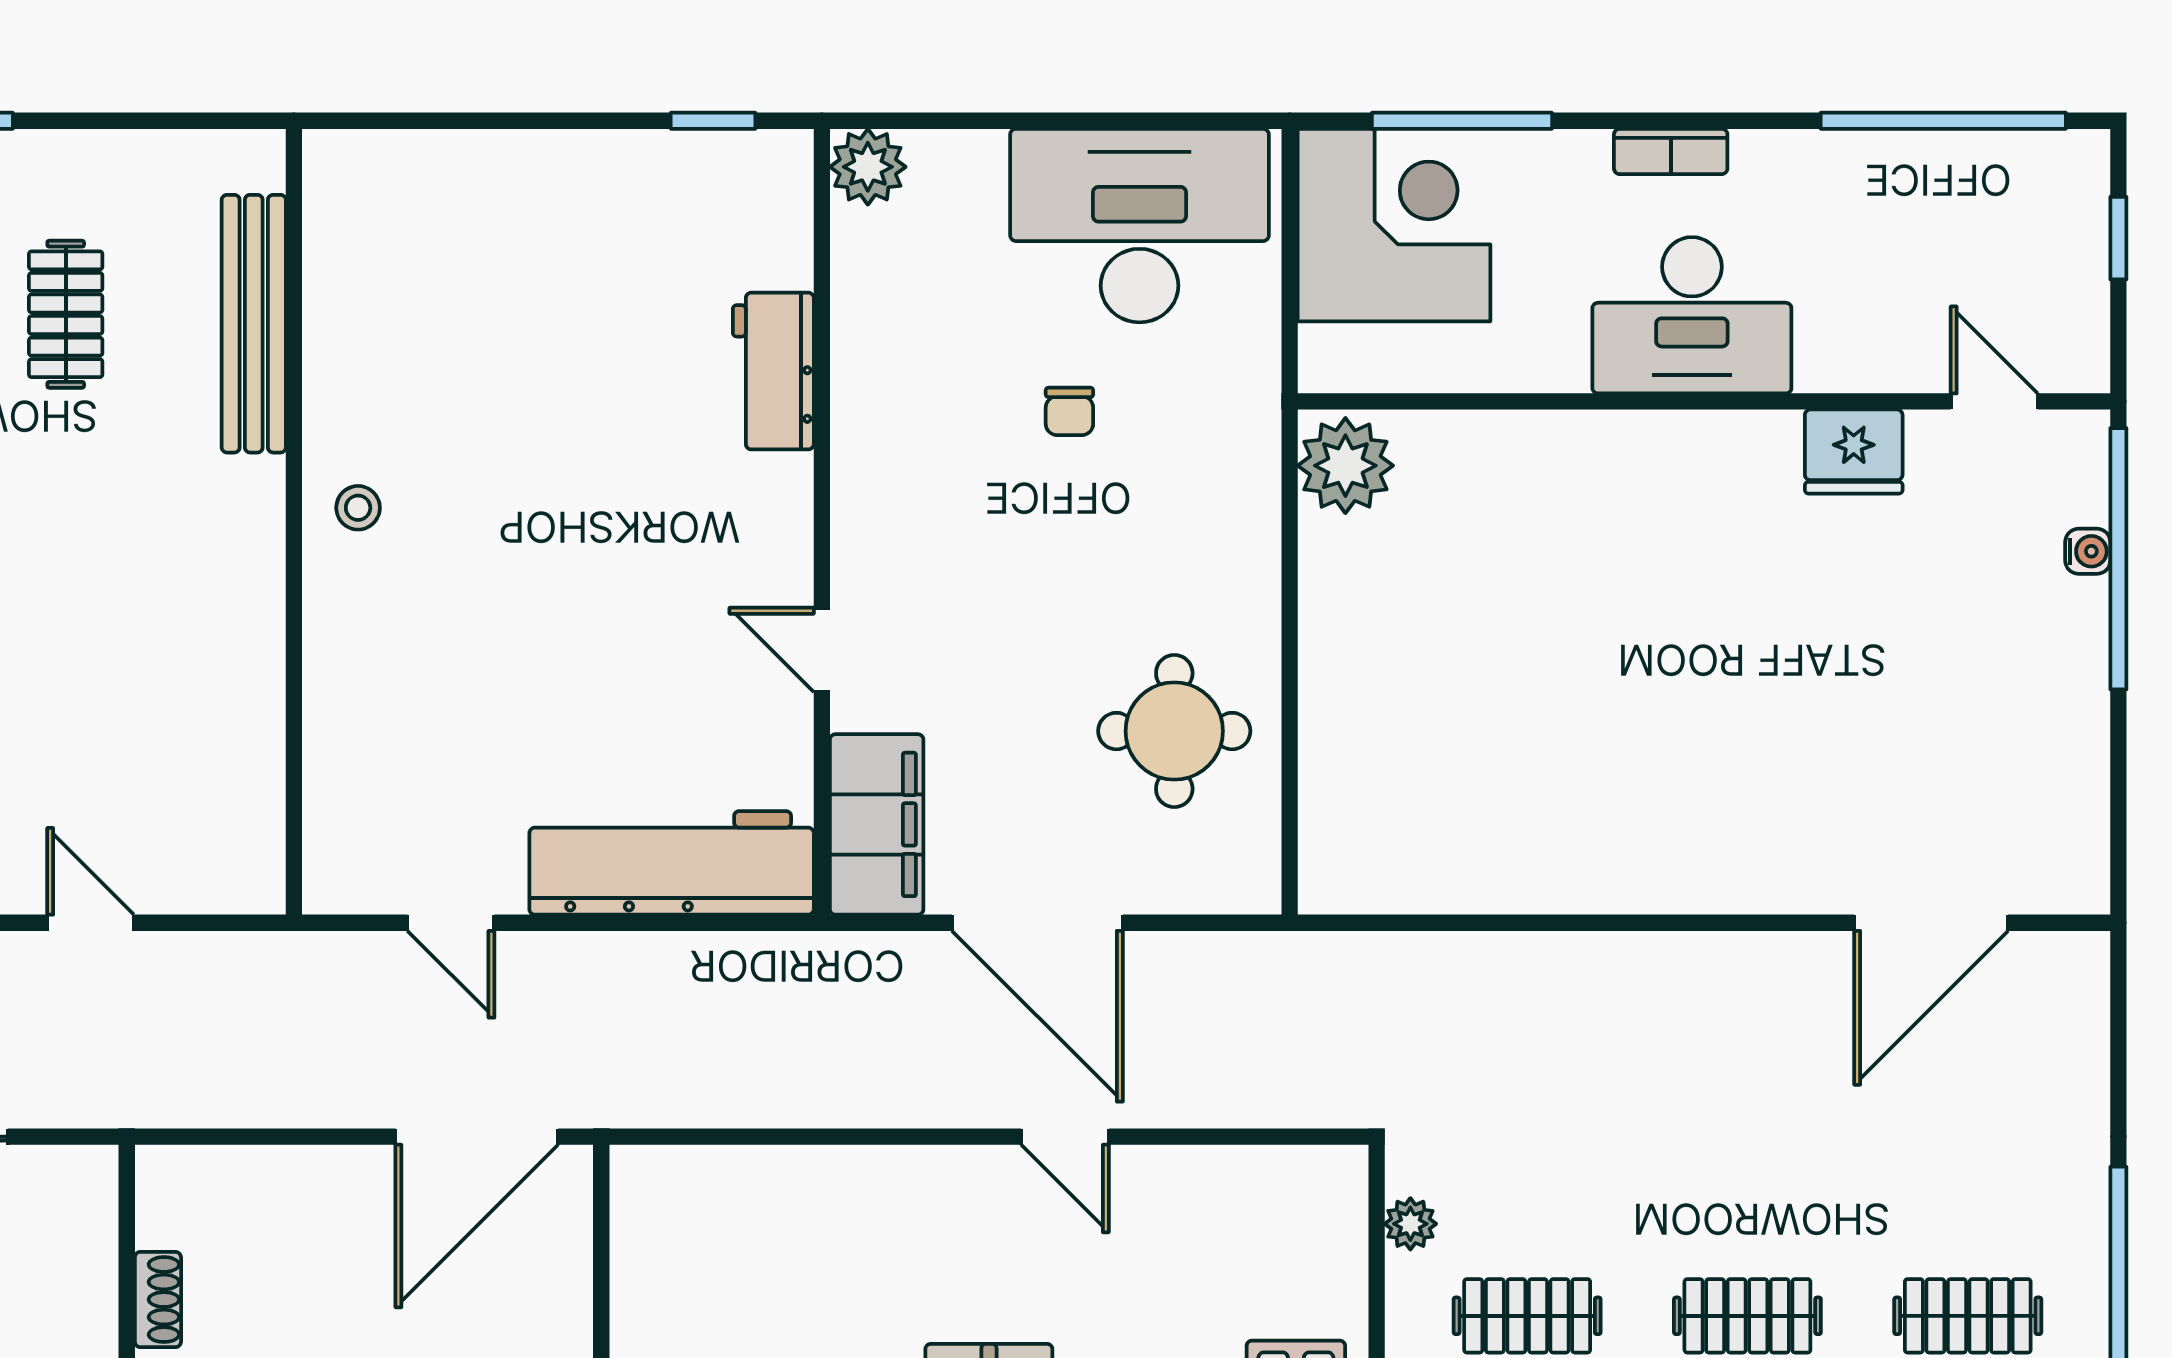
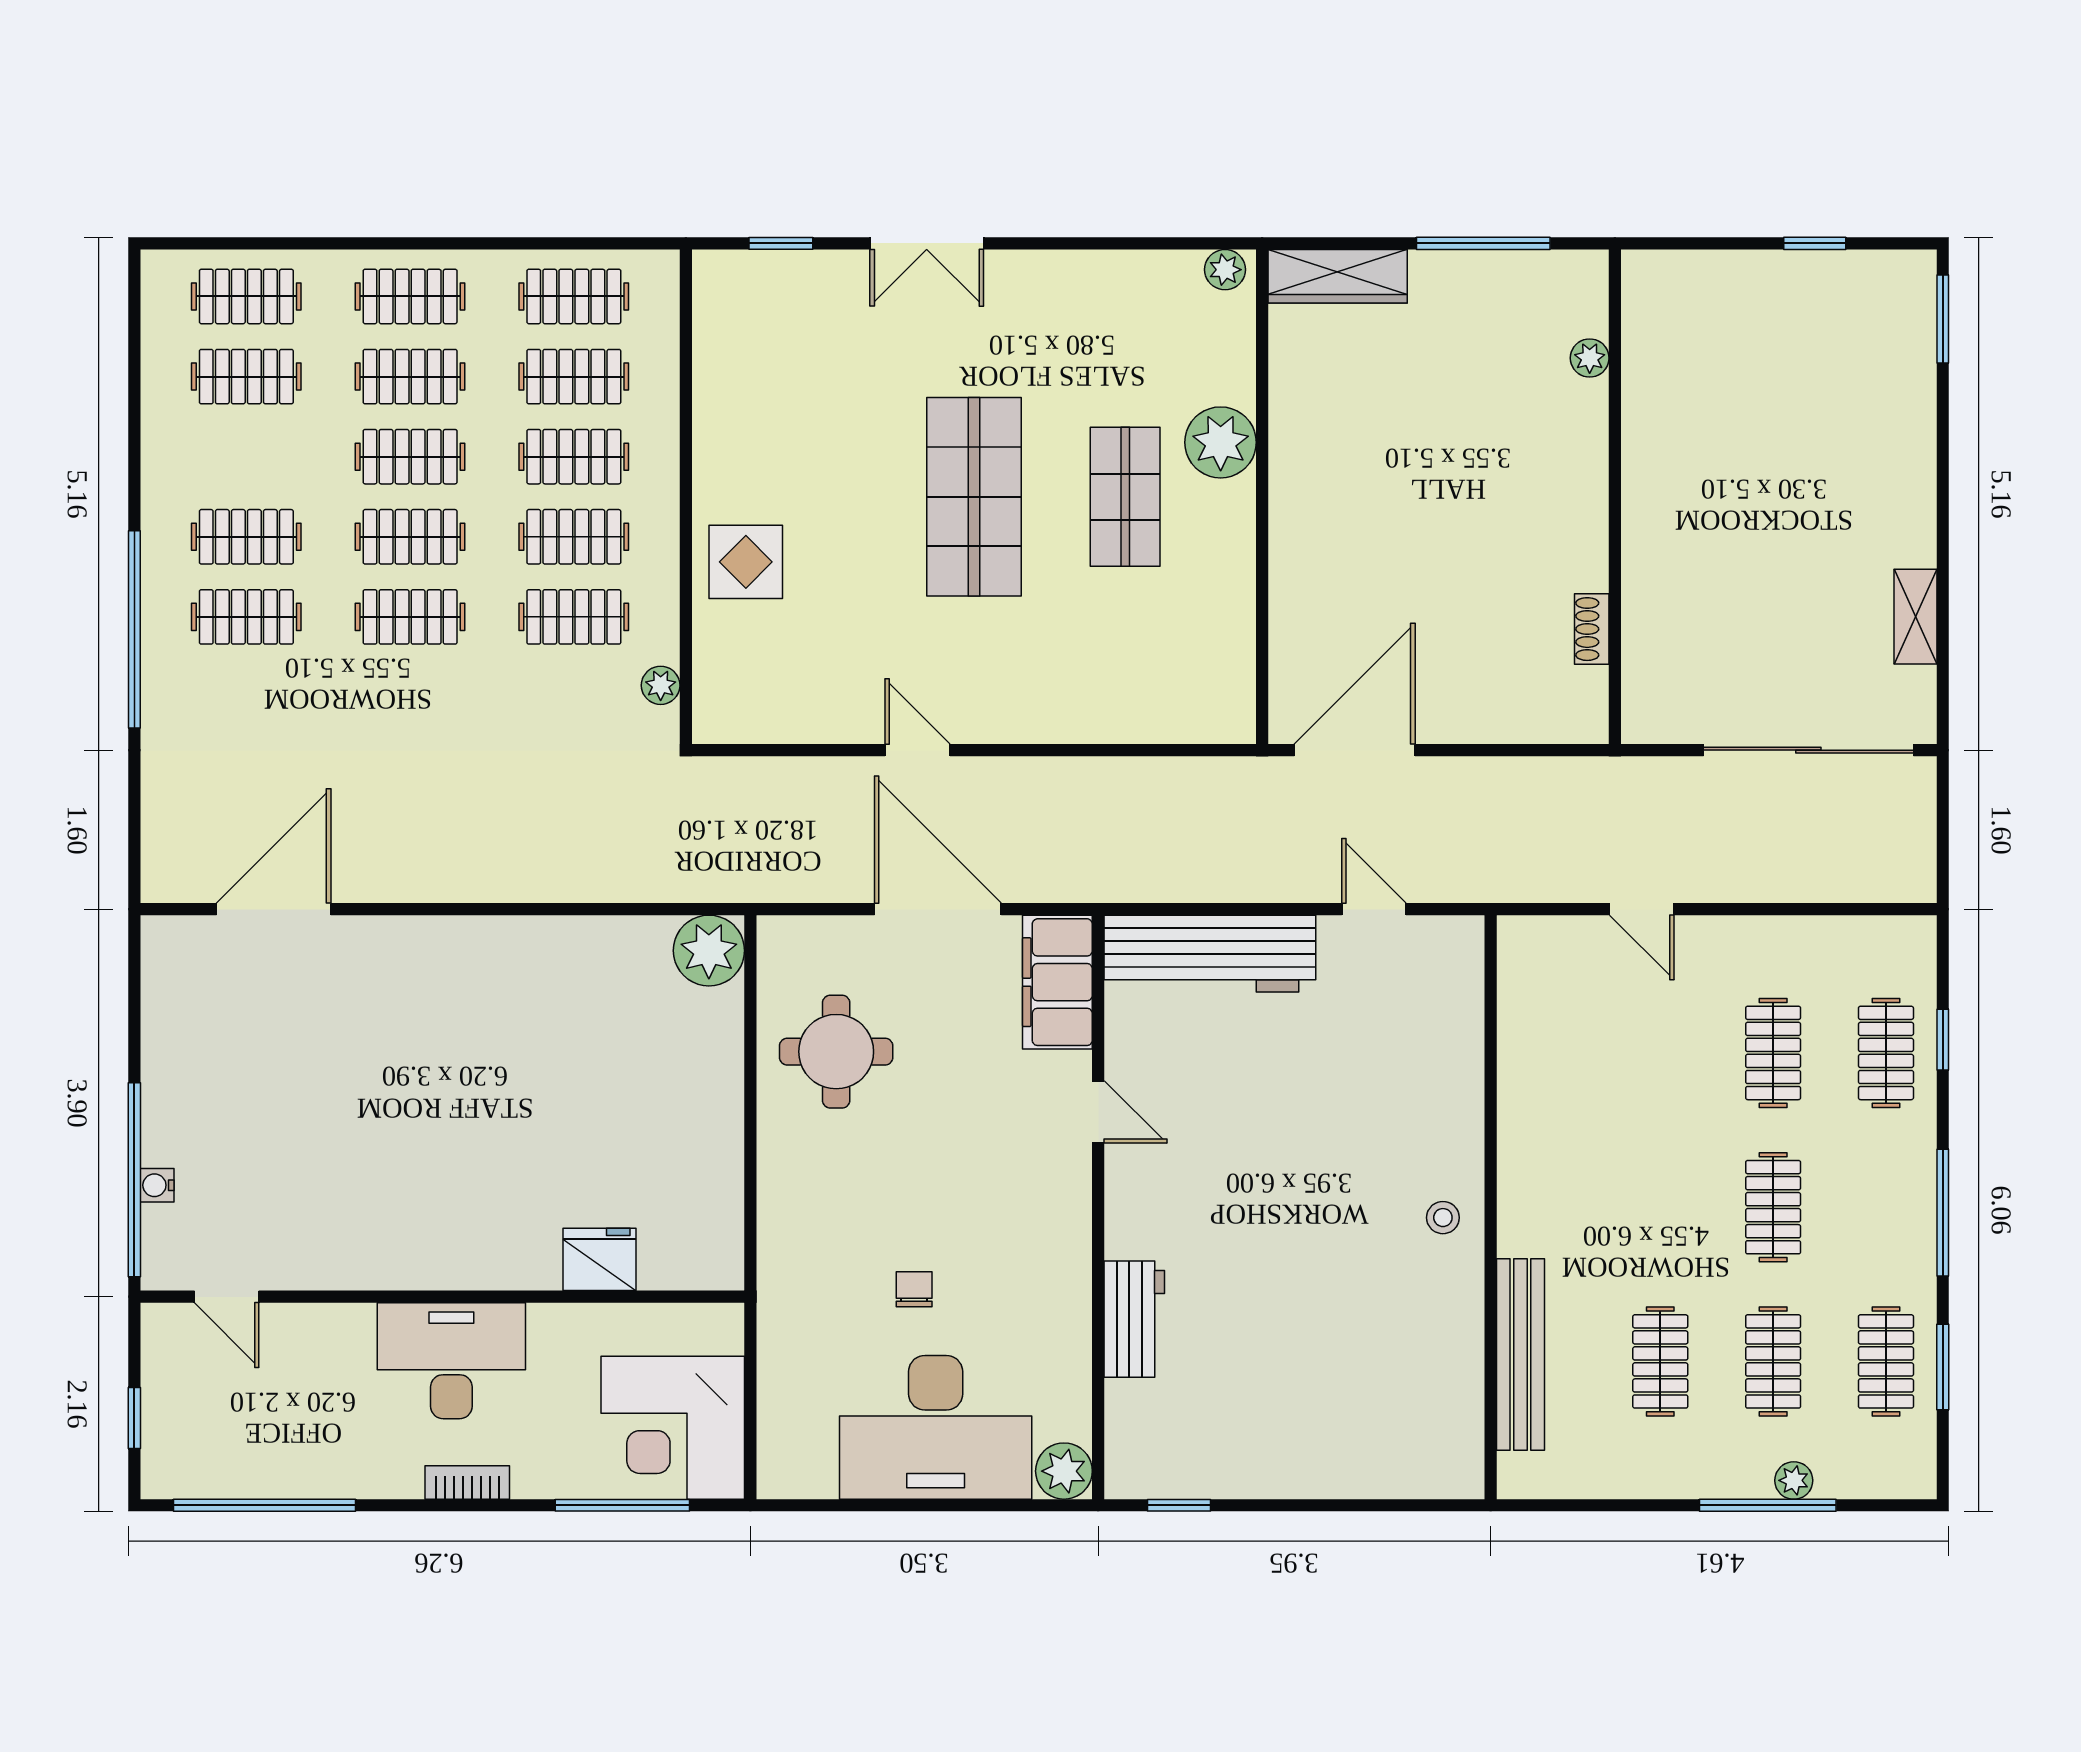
desk: (1139, 226) -> (936, 1427), moved
fridge: (1854, 452) -> (599, 1259), moved
plant: (1345, 466) -> (709, 951), moved

